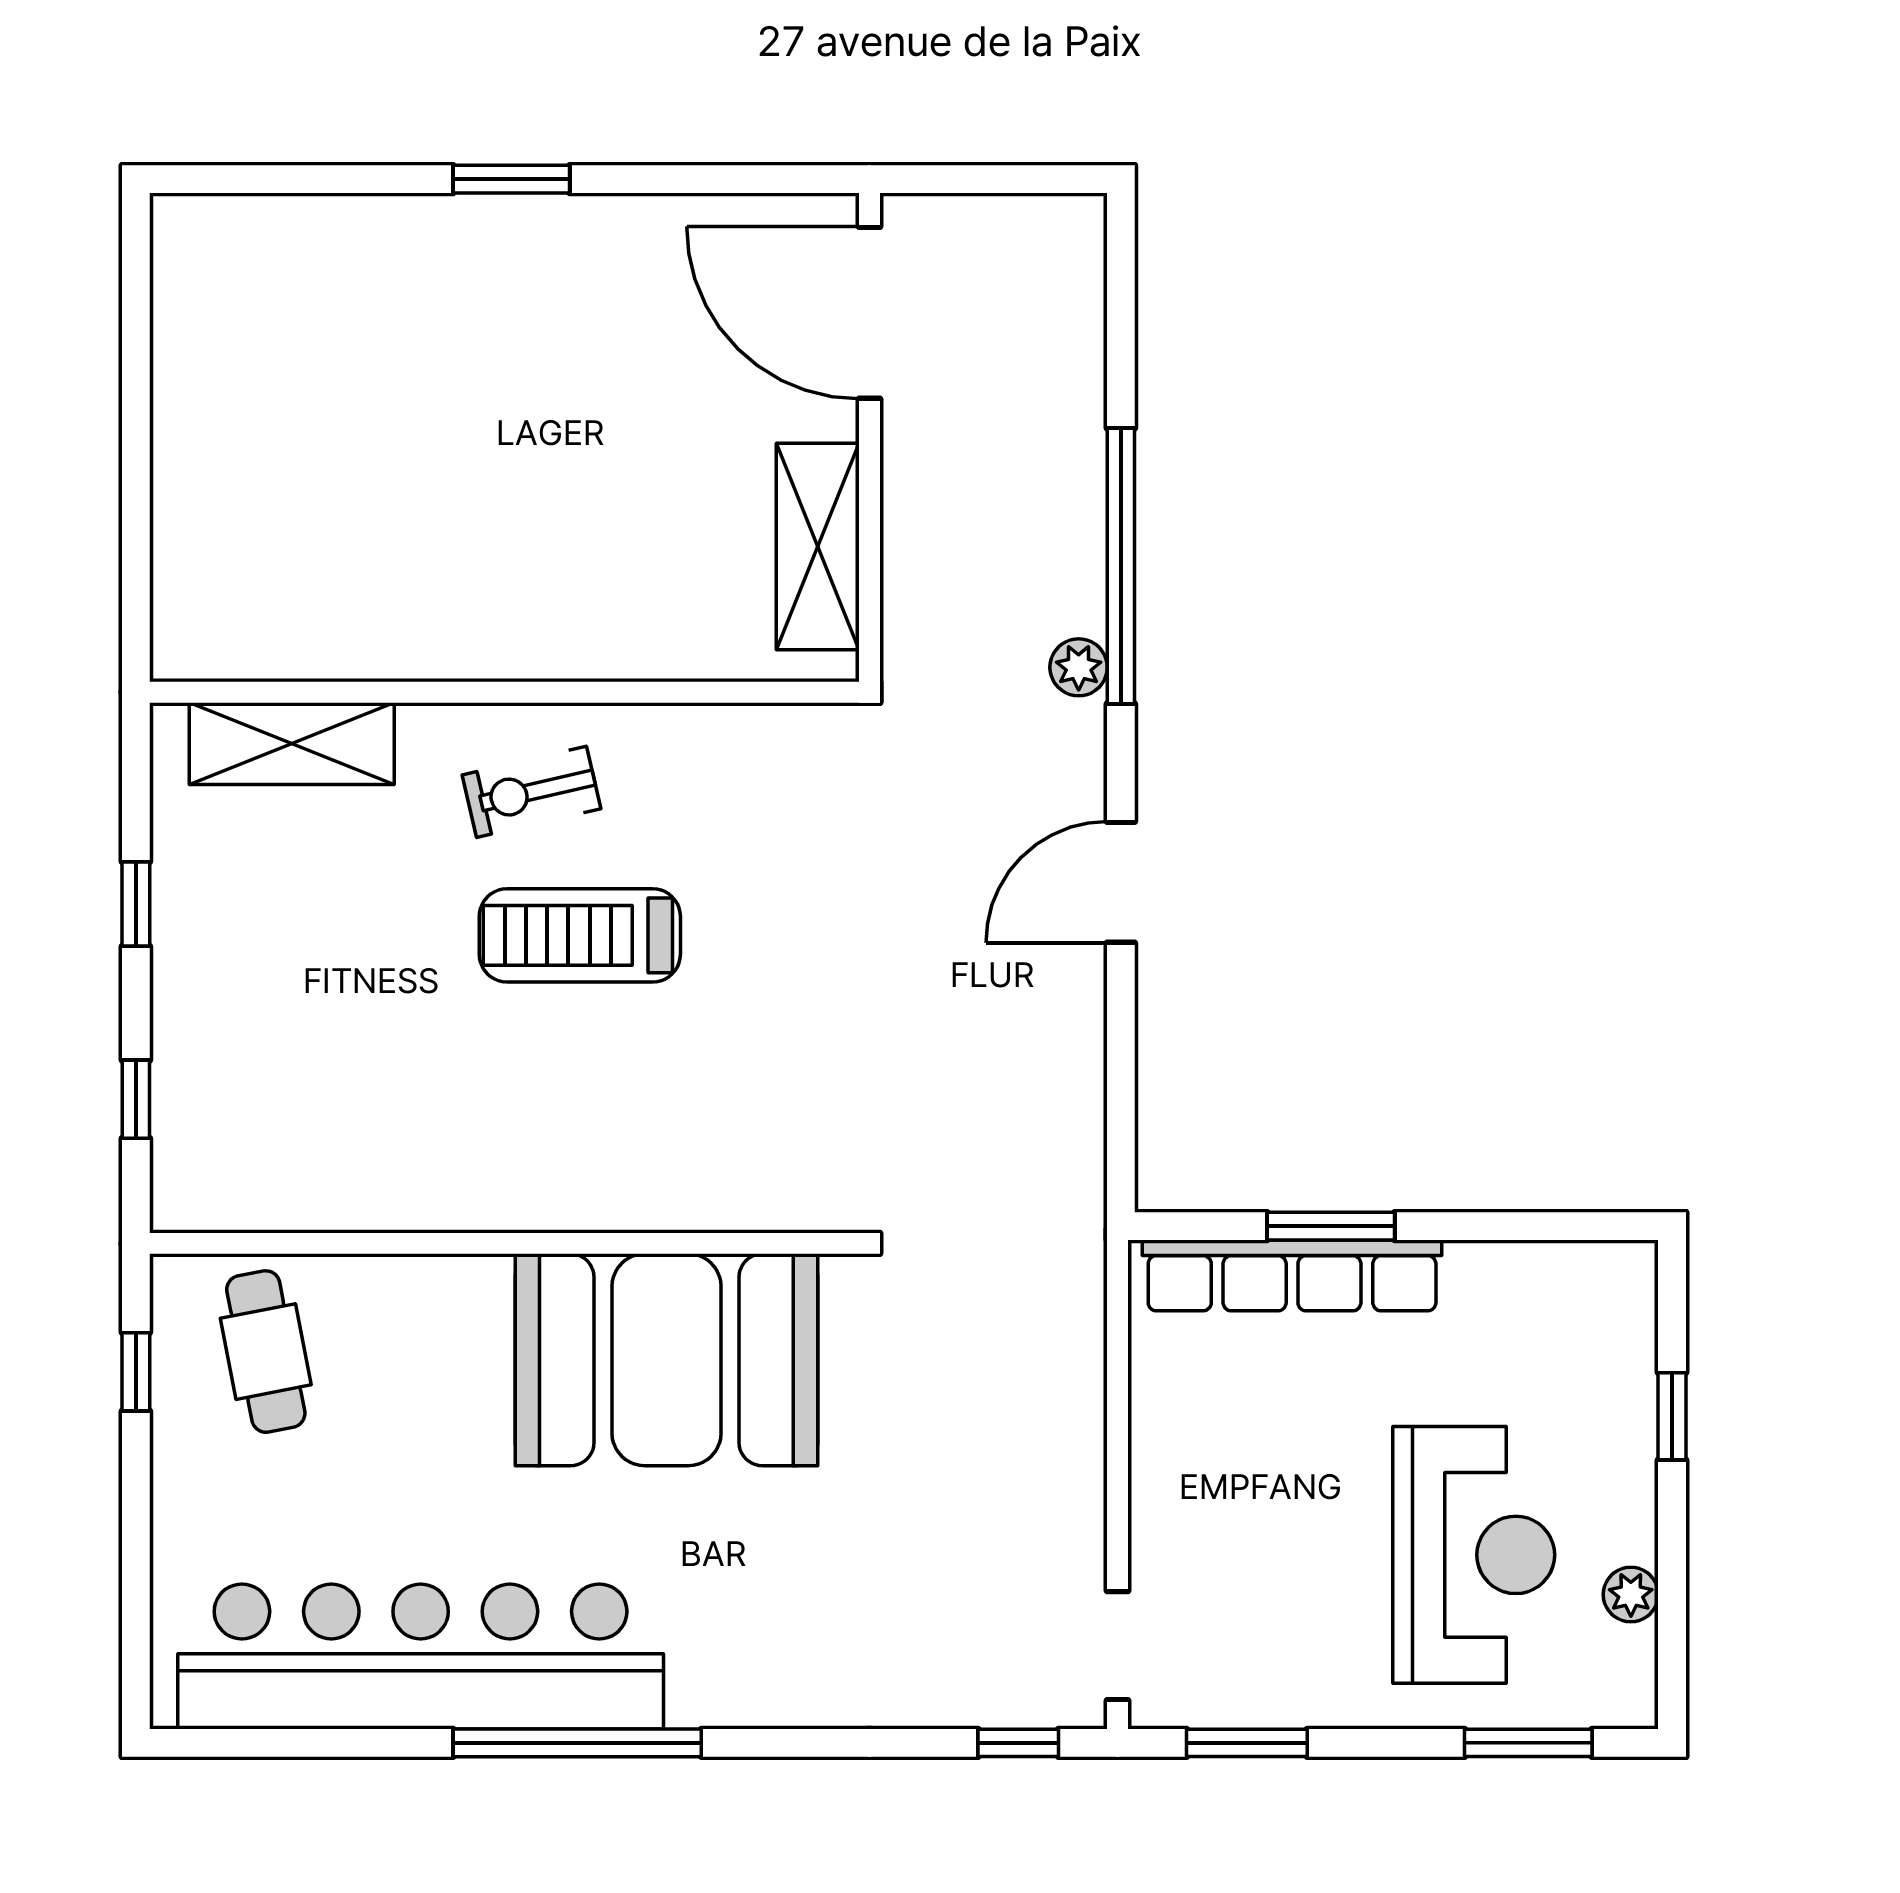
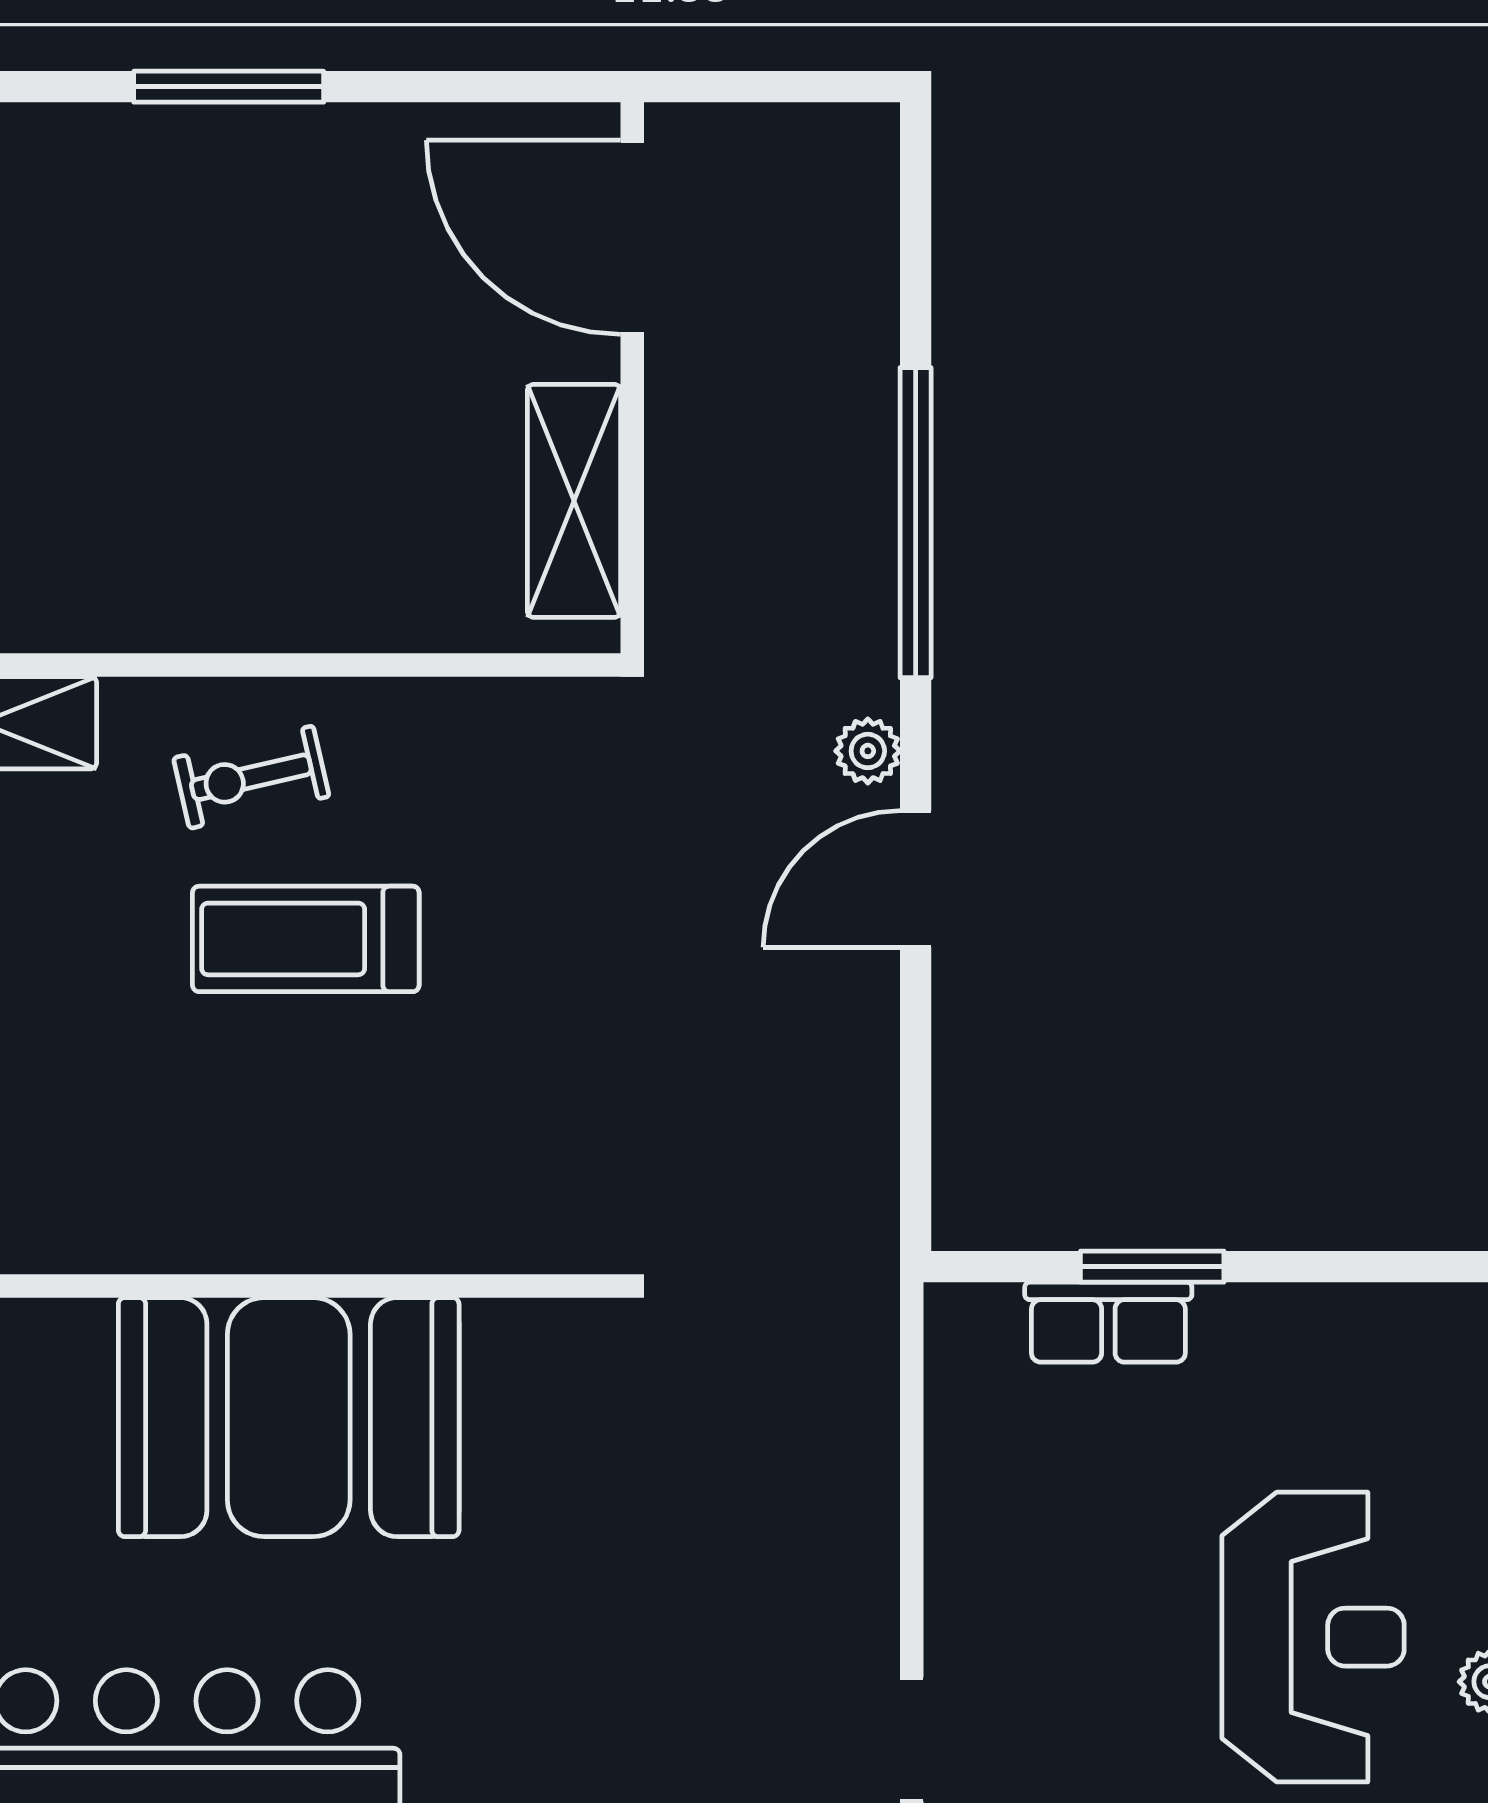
window: (511, 179) -> (229, 87), width x1.44
plant: (1079, 667) -> (868, 751), moved
row of seats: (1292, 1275) -> (1108, 1322), width x0.50
booth: (666, 1360) -> (289, 1417), moved

